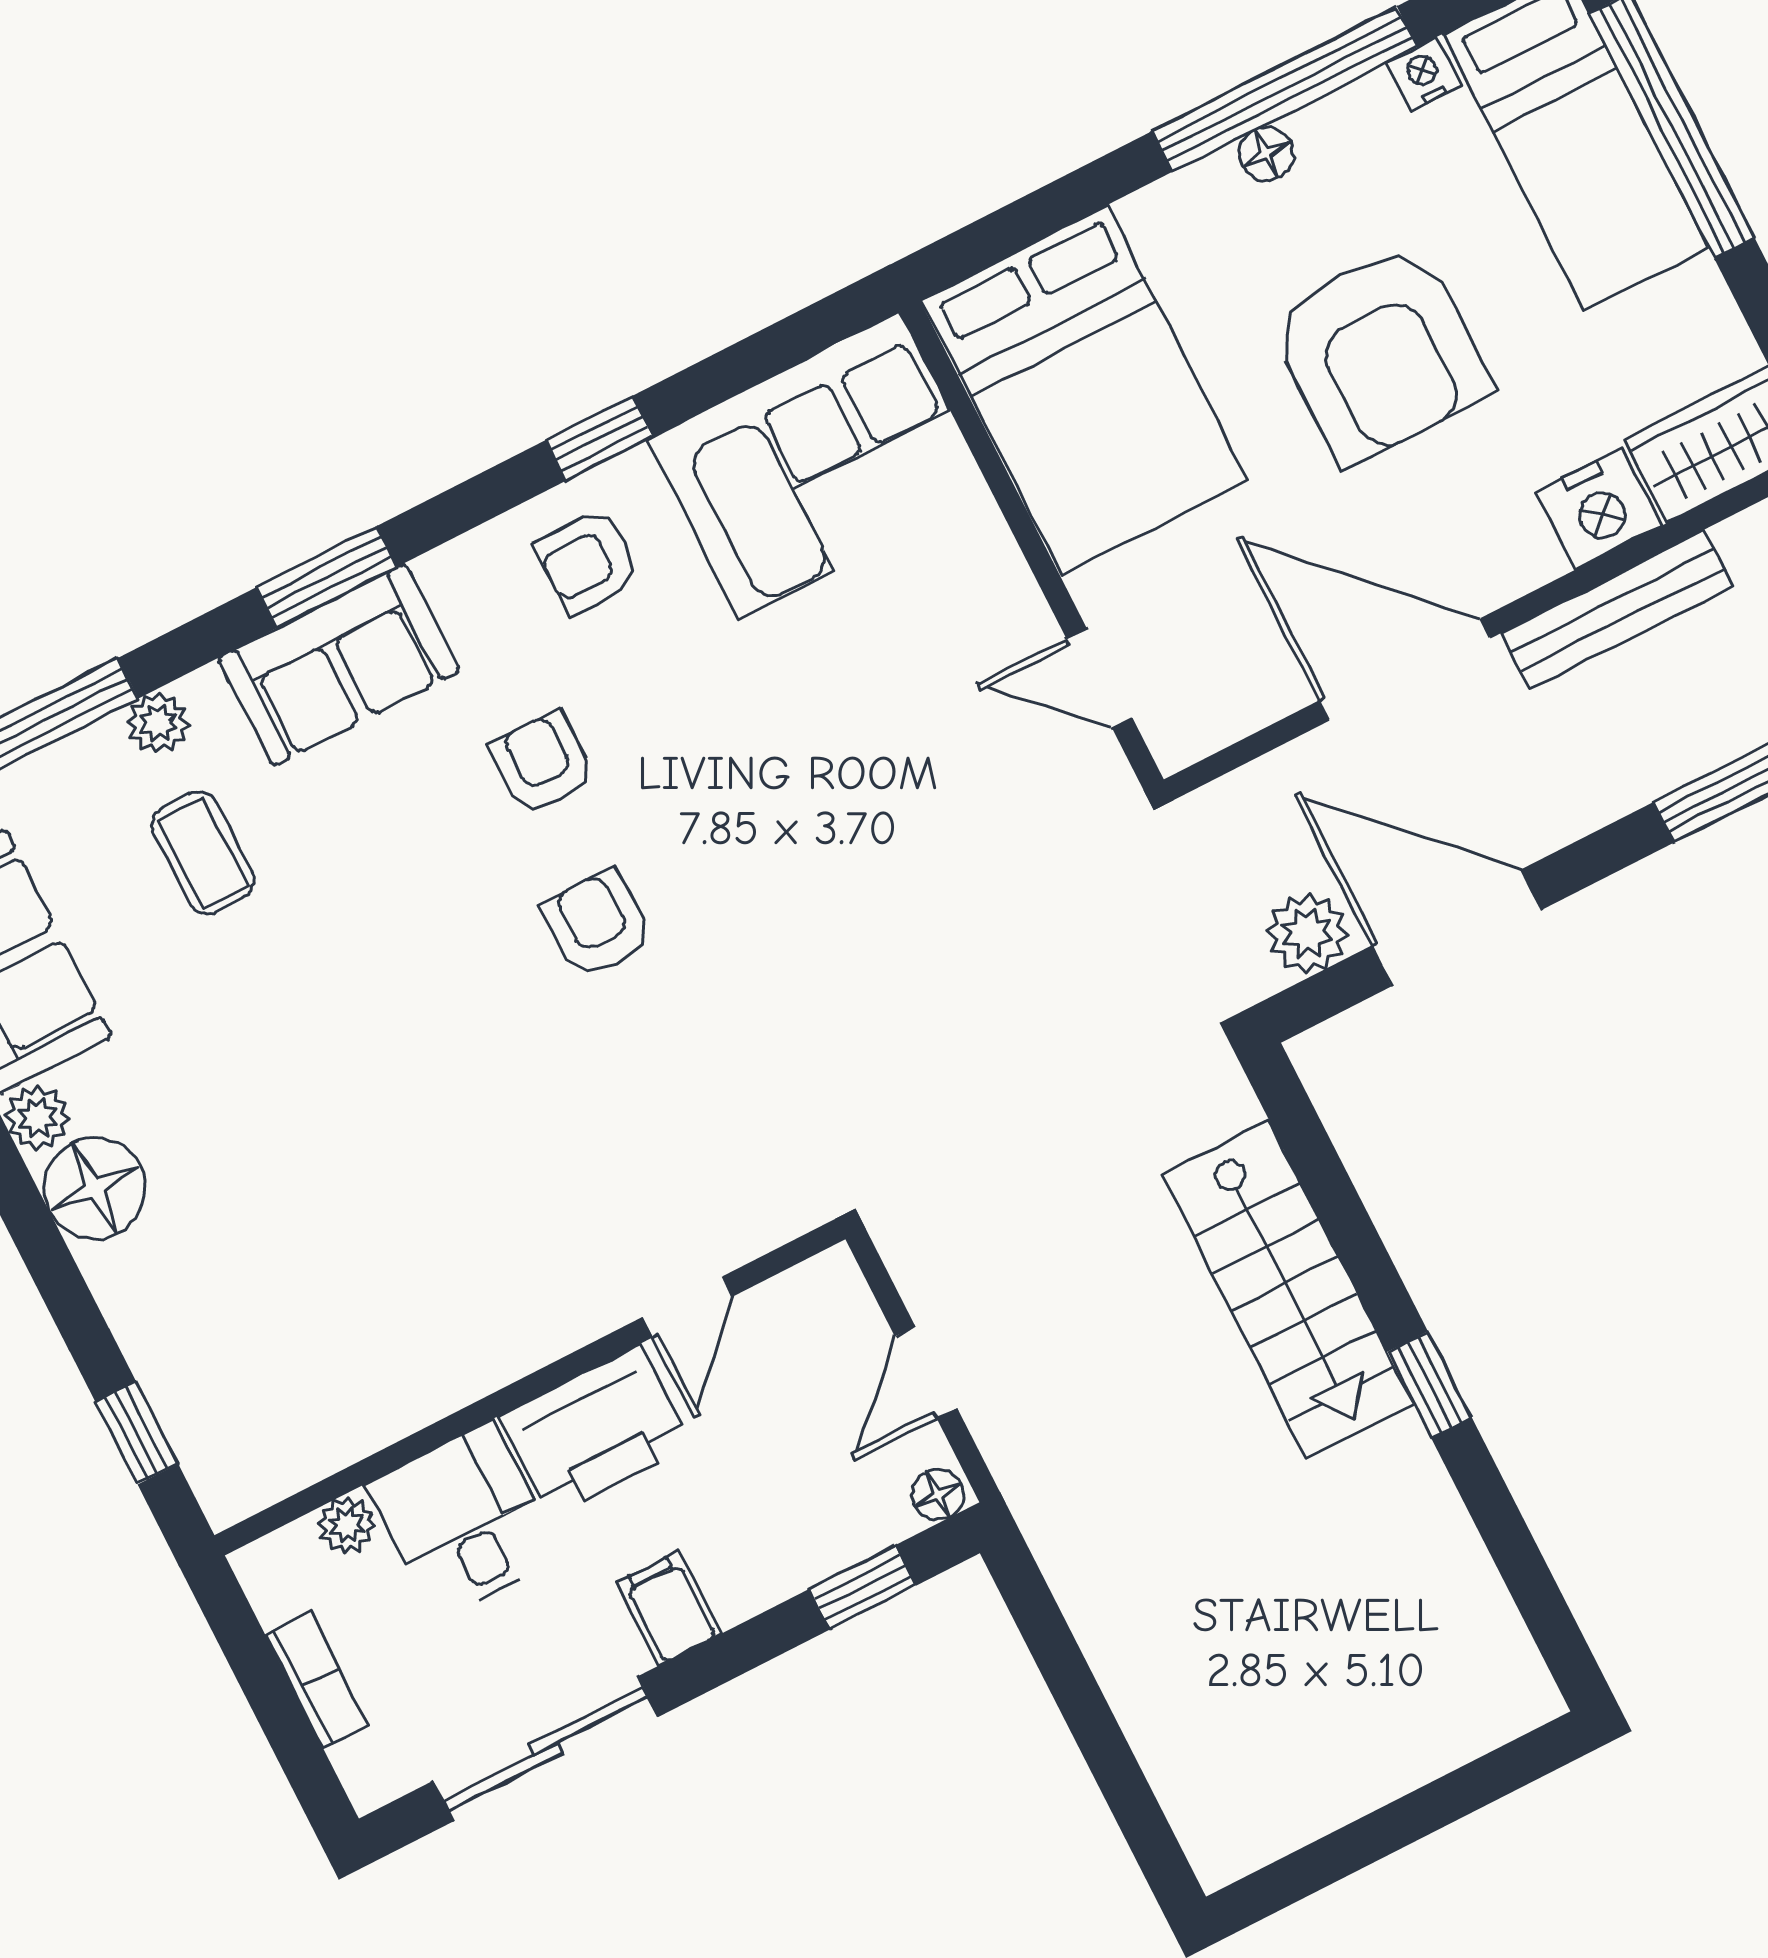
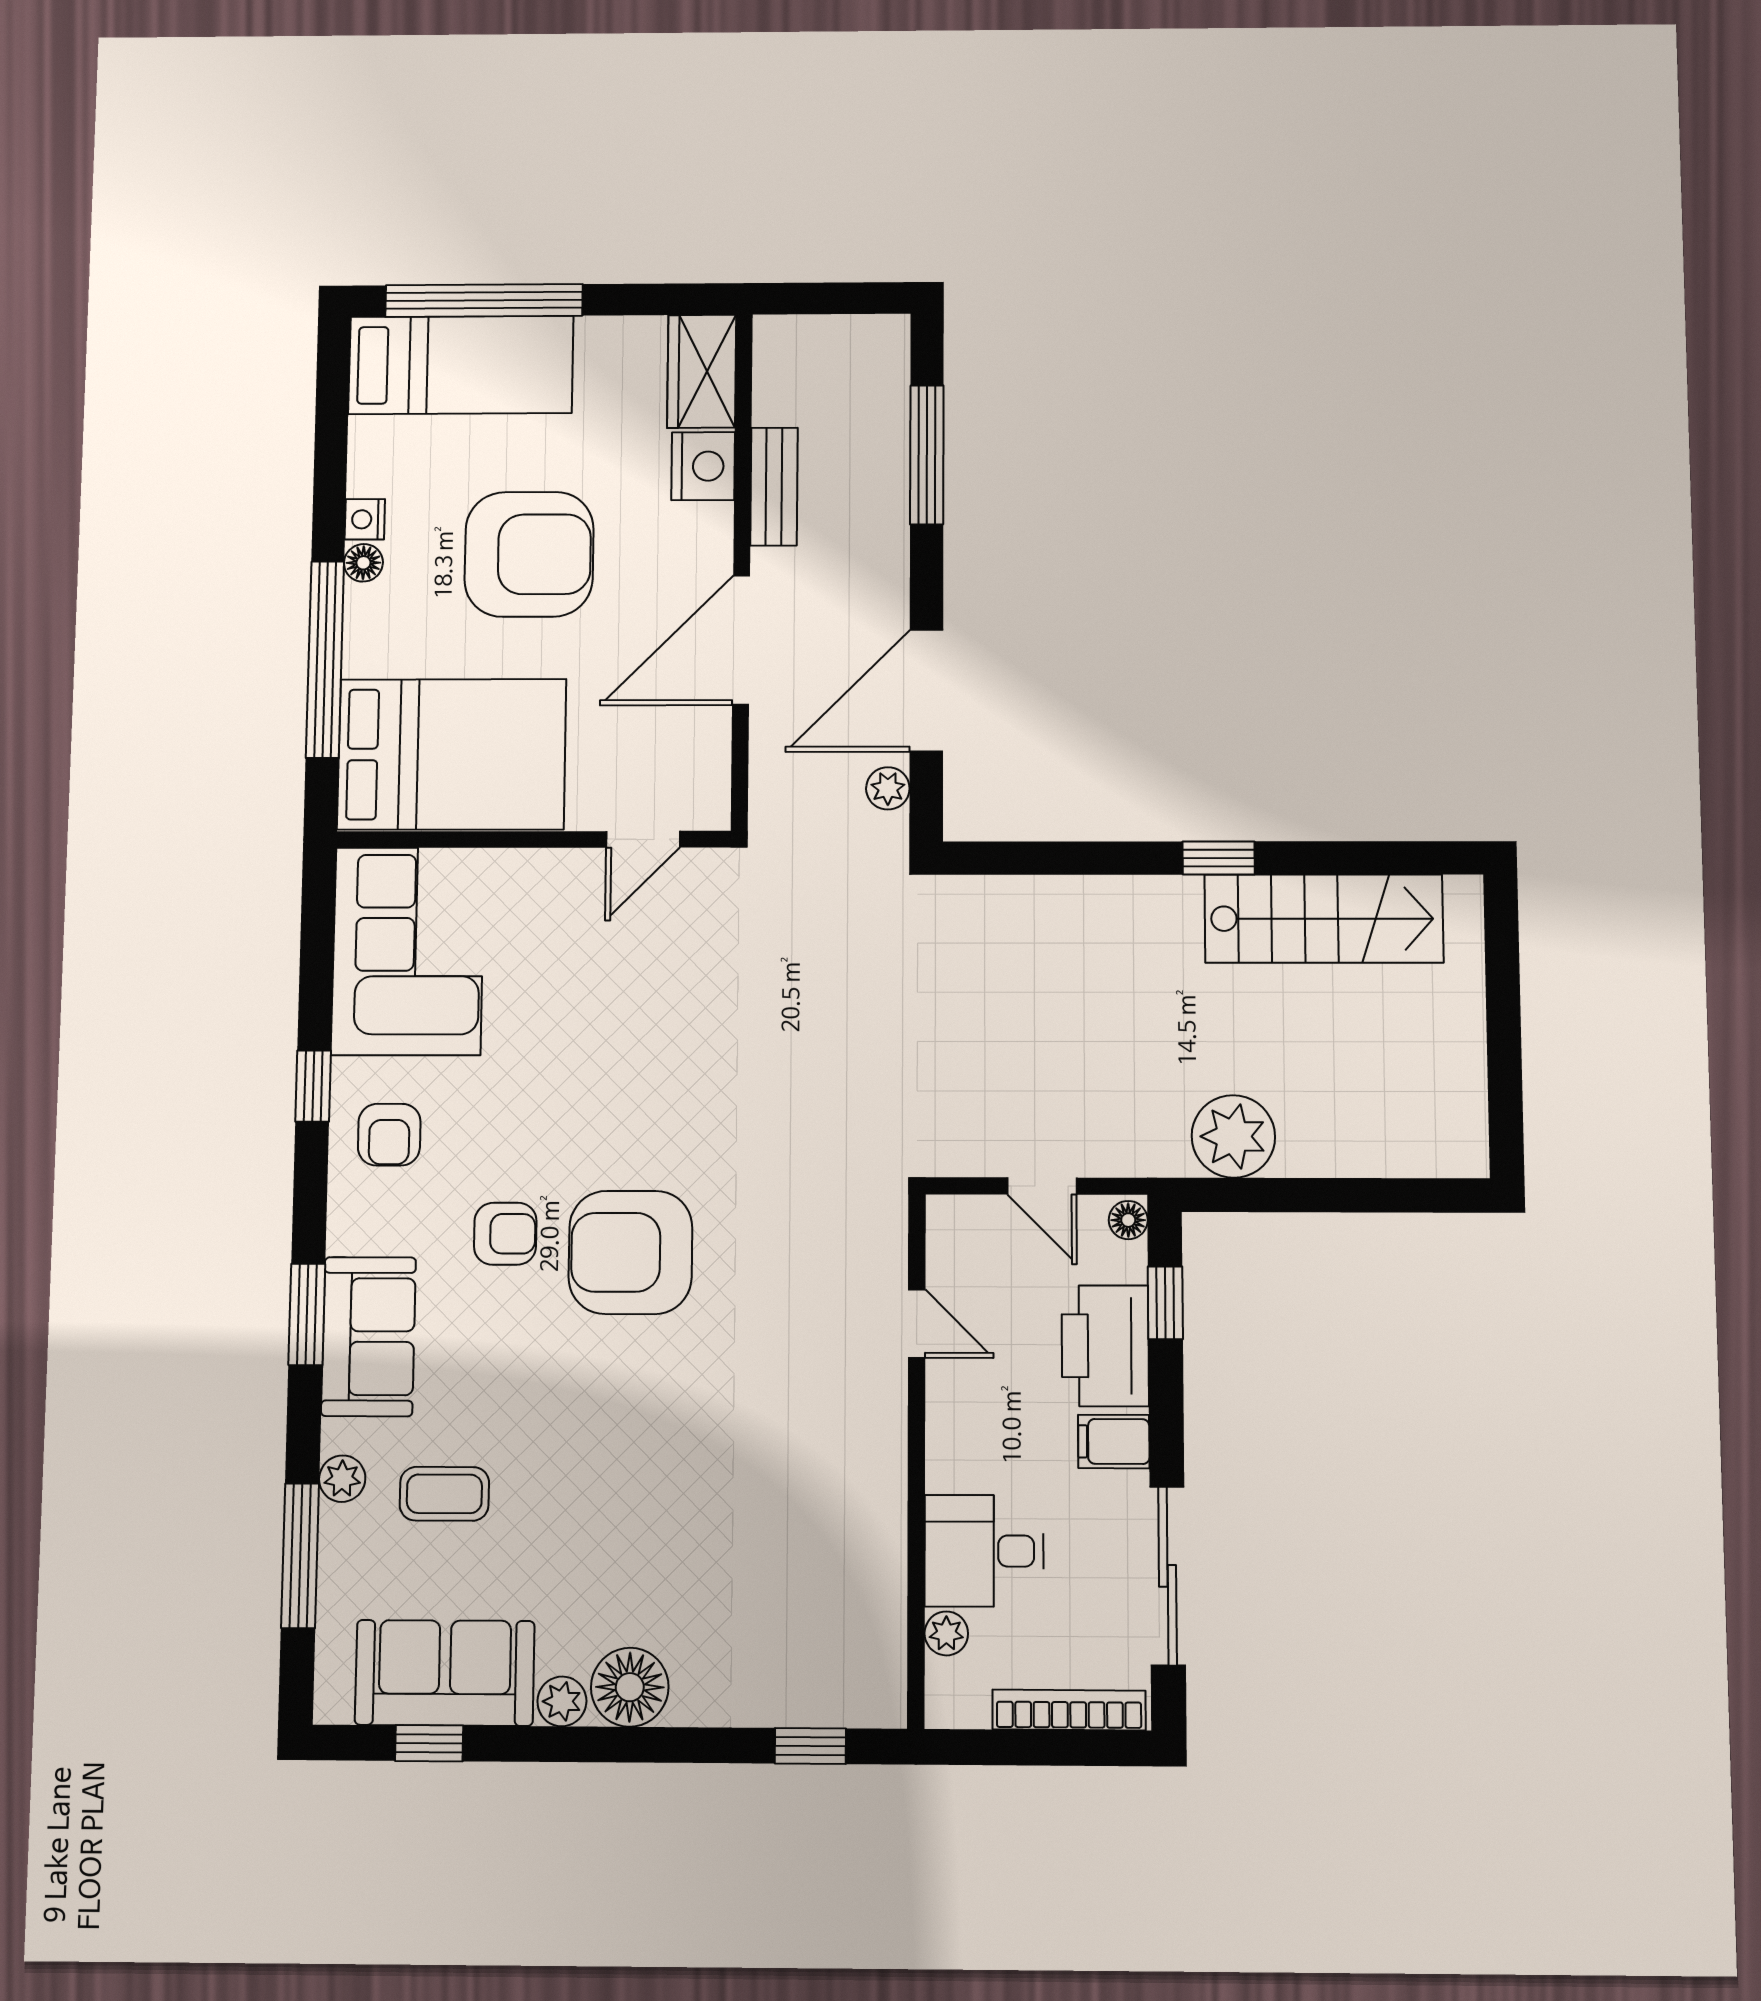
nightstand: (1424, 74) -> (365, 519), moved
window: (1284, 89) -> (325, 659), moved
bench: (1617, 610) -> (774, 487), width x0.73
armchair: (543, 763) -> (505, 1234), turned 180
armchair: (597, 924) -> (630, 1252), width x1.88, depth x1.88
plant: (1307, 933) -> (888, 788), width x0.73, depth x0.73
stairs: (1288, 1289) -> (1324, 919), moved
printer: (595, 1431) -> (1105, 1346), moved, turned 180
plant: (1101, 1569) -> (1233, 1136), added
bookcase: (317, 1680) -> (1069, 1710), width x1.56

